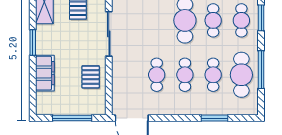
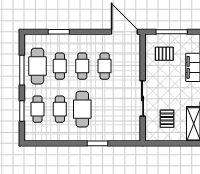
pallet: (91, 77) -> (164, 54), moved, turned 90

